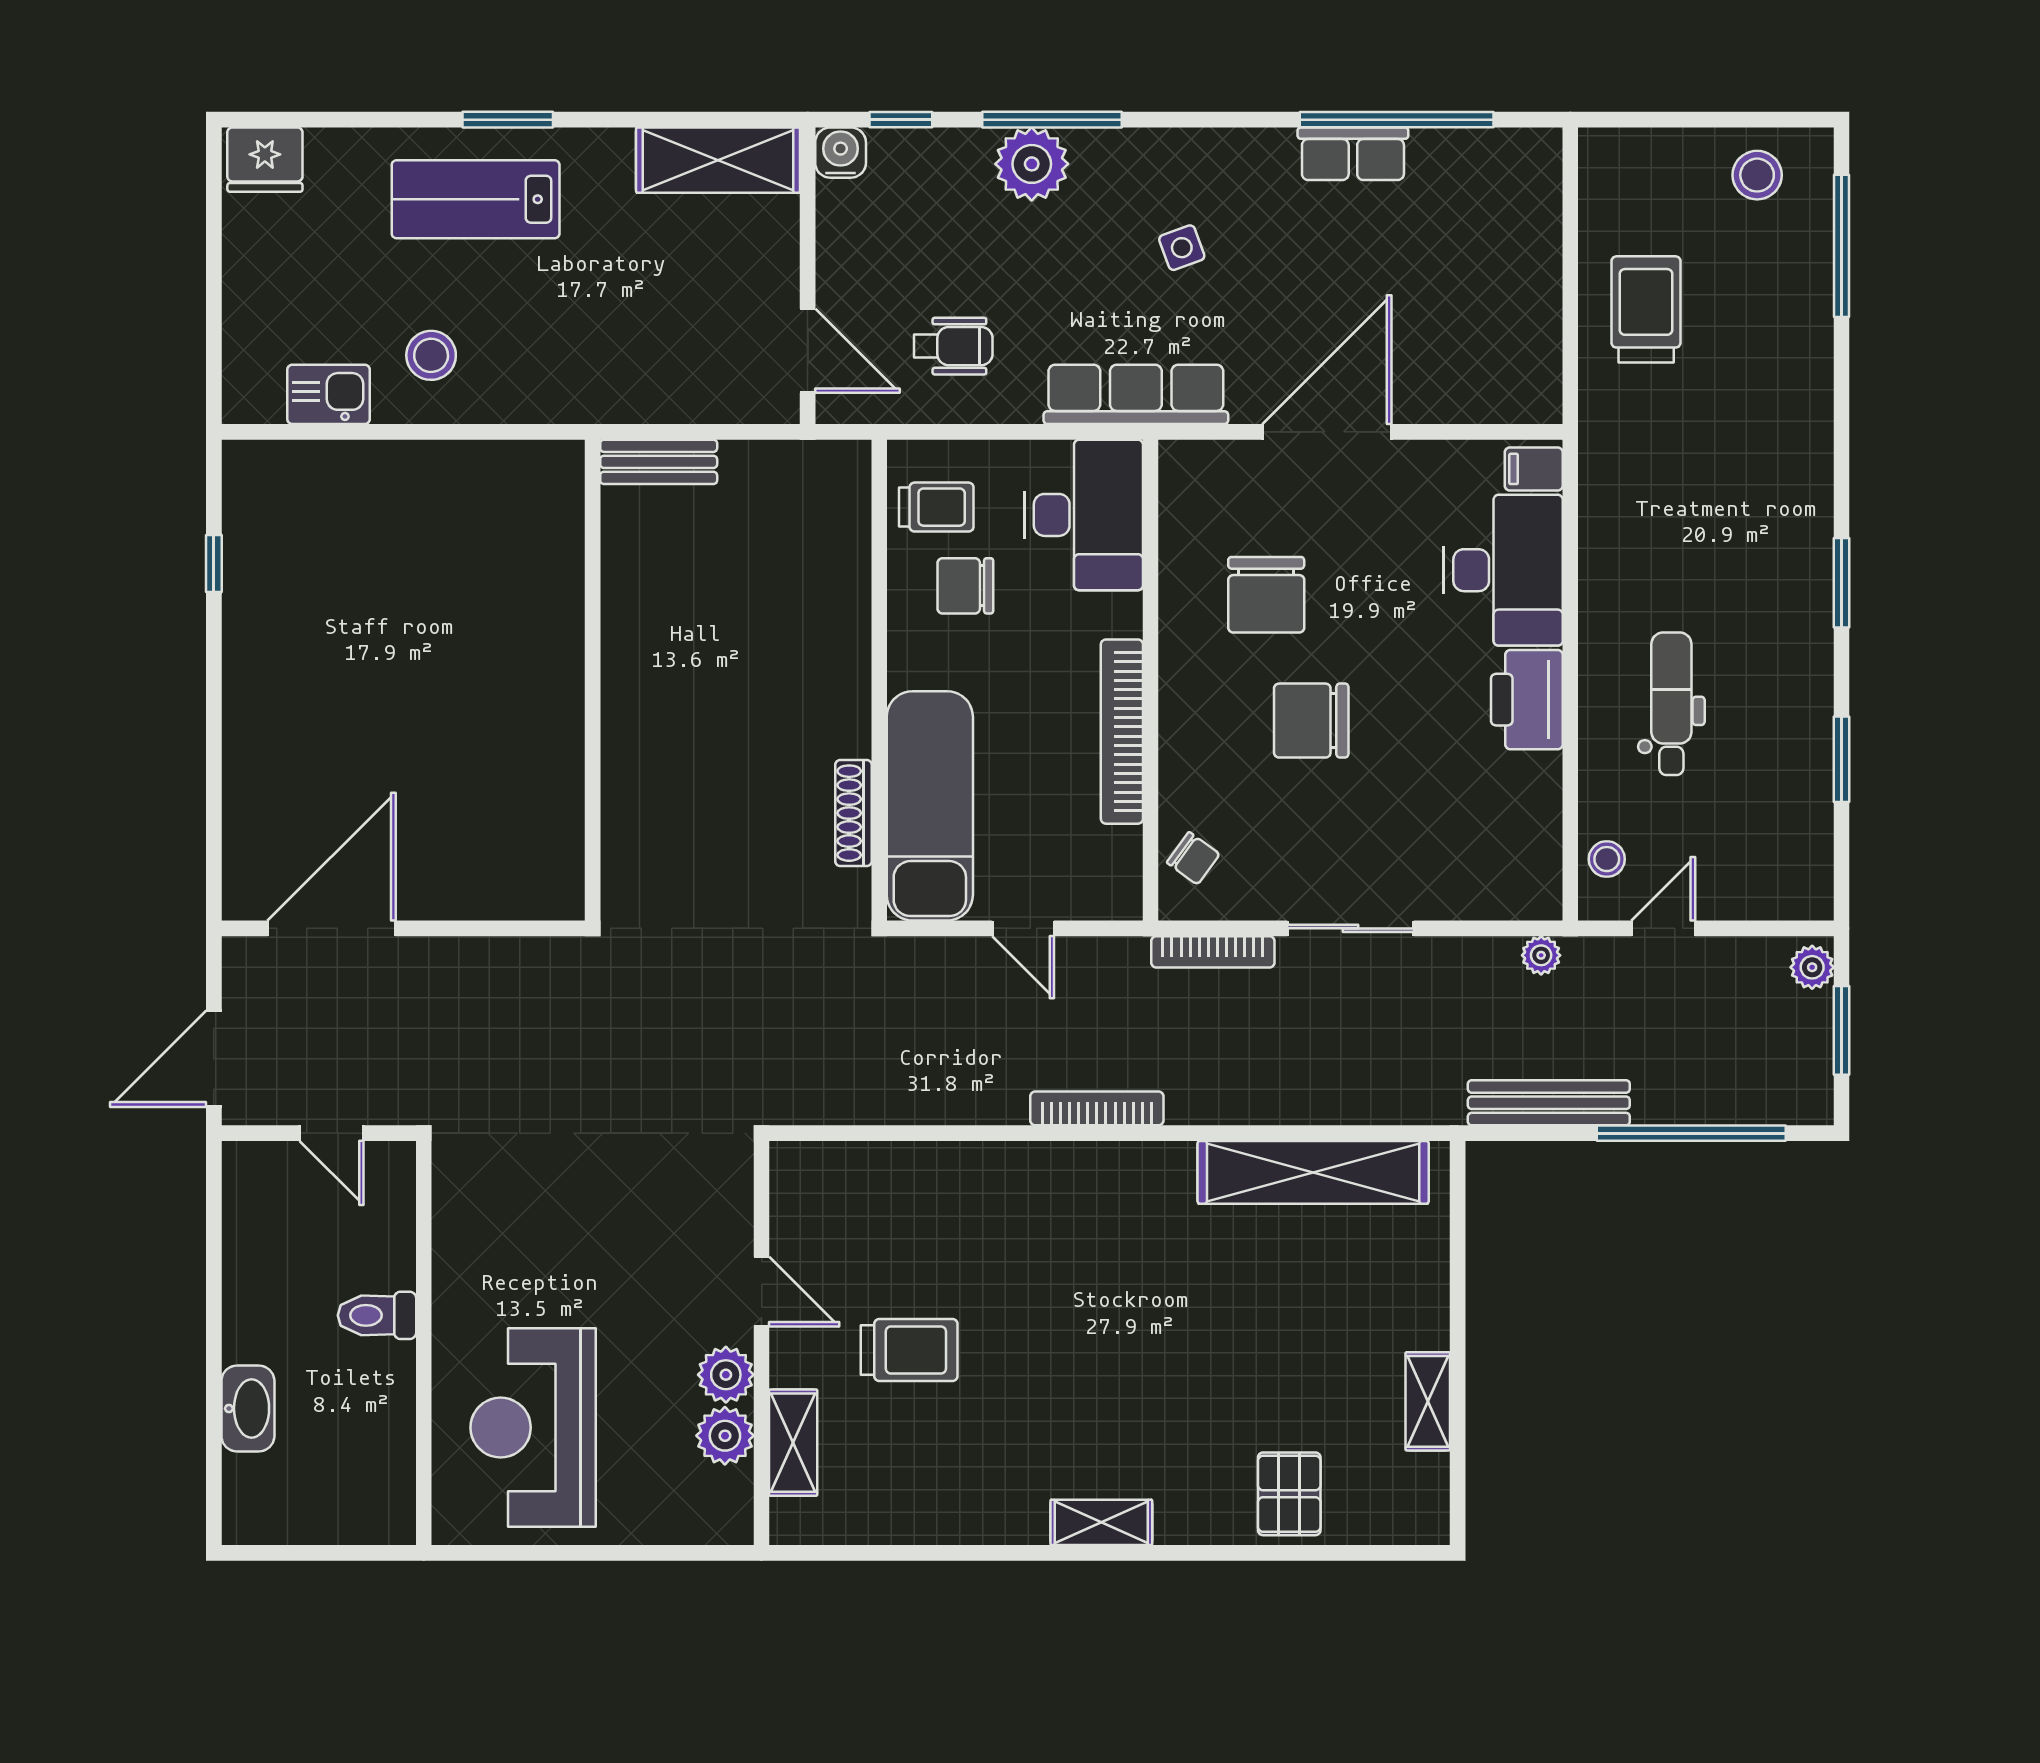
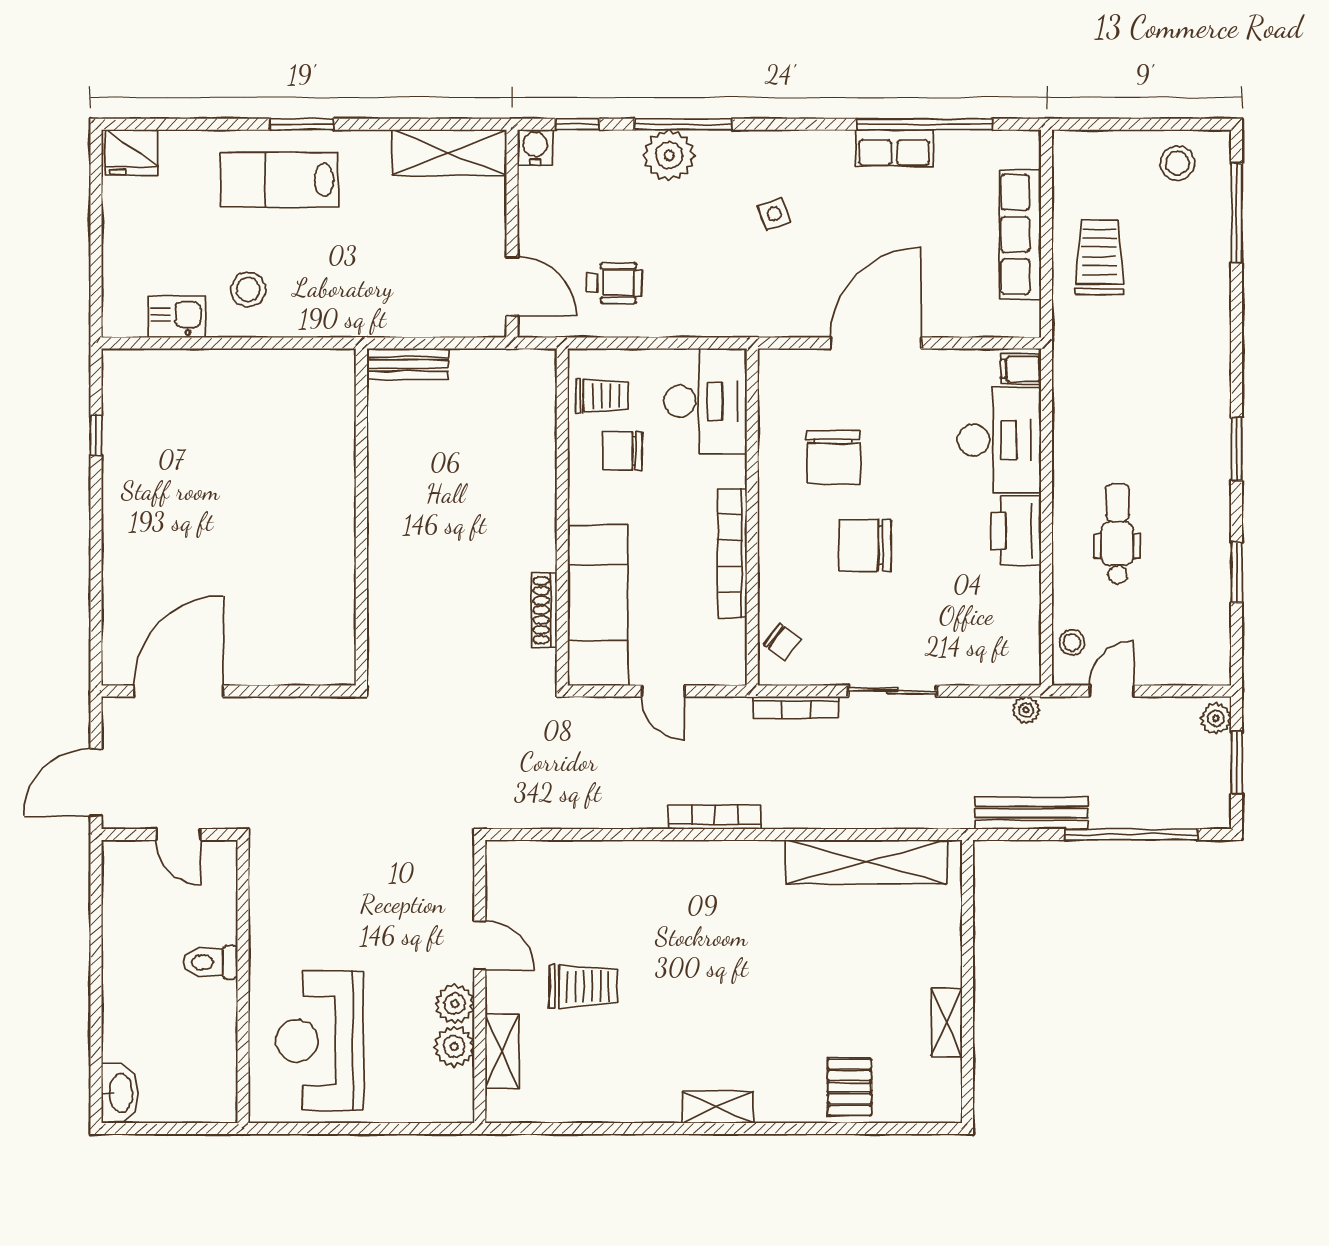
row of seats: (1136, 394) -> (1020, 234), moved, turned -90
washbasin: (248, 1408) -> (120, 1093), moved

